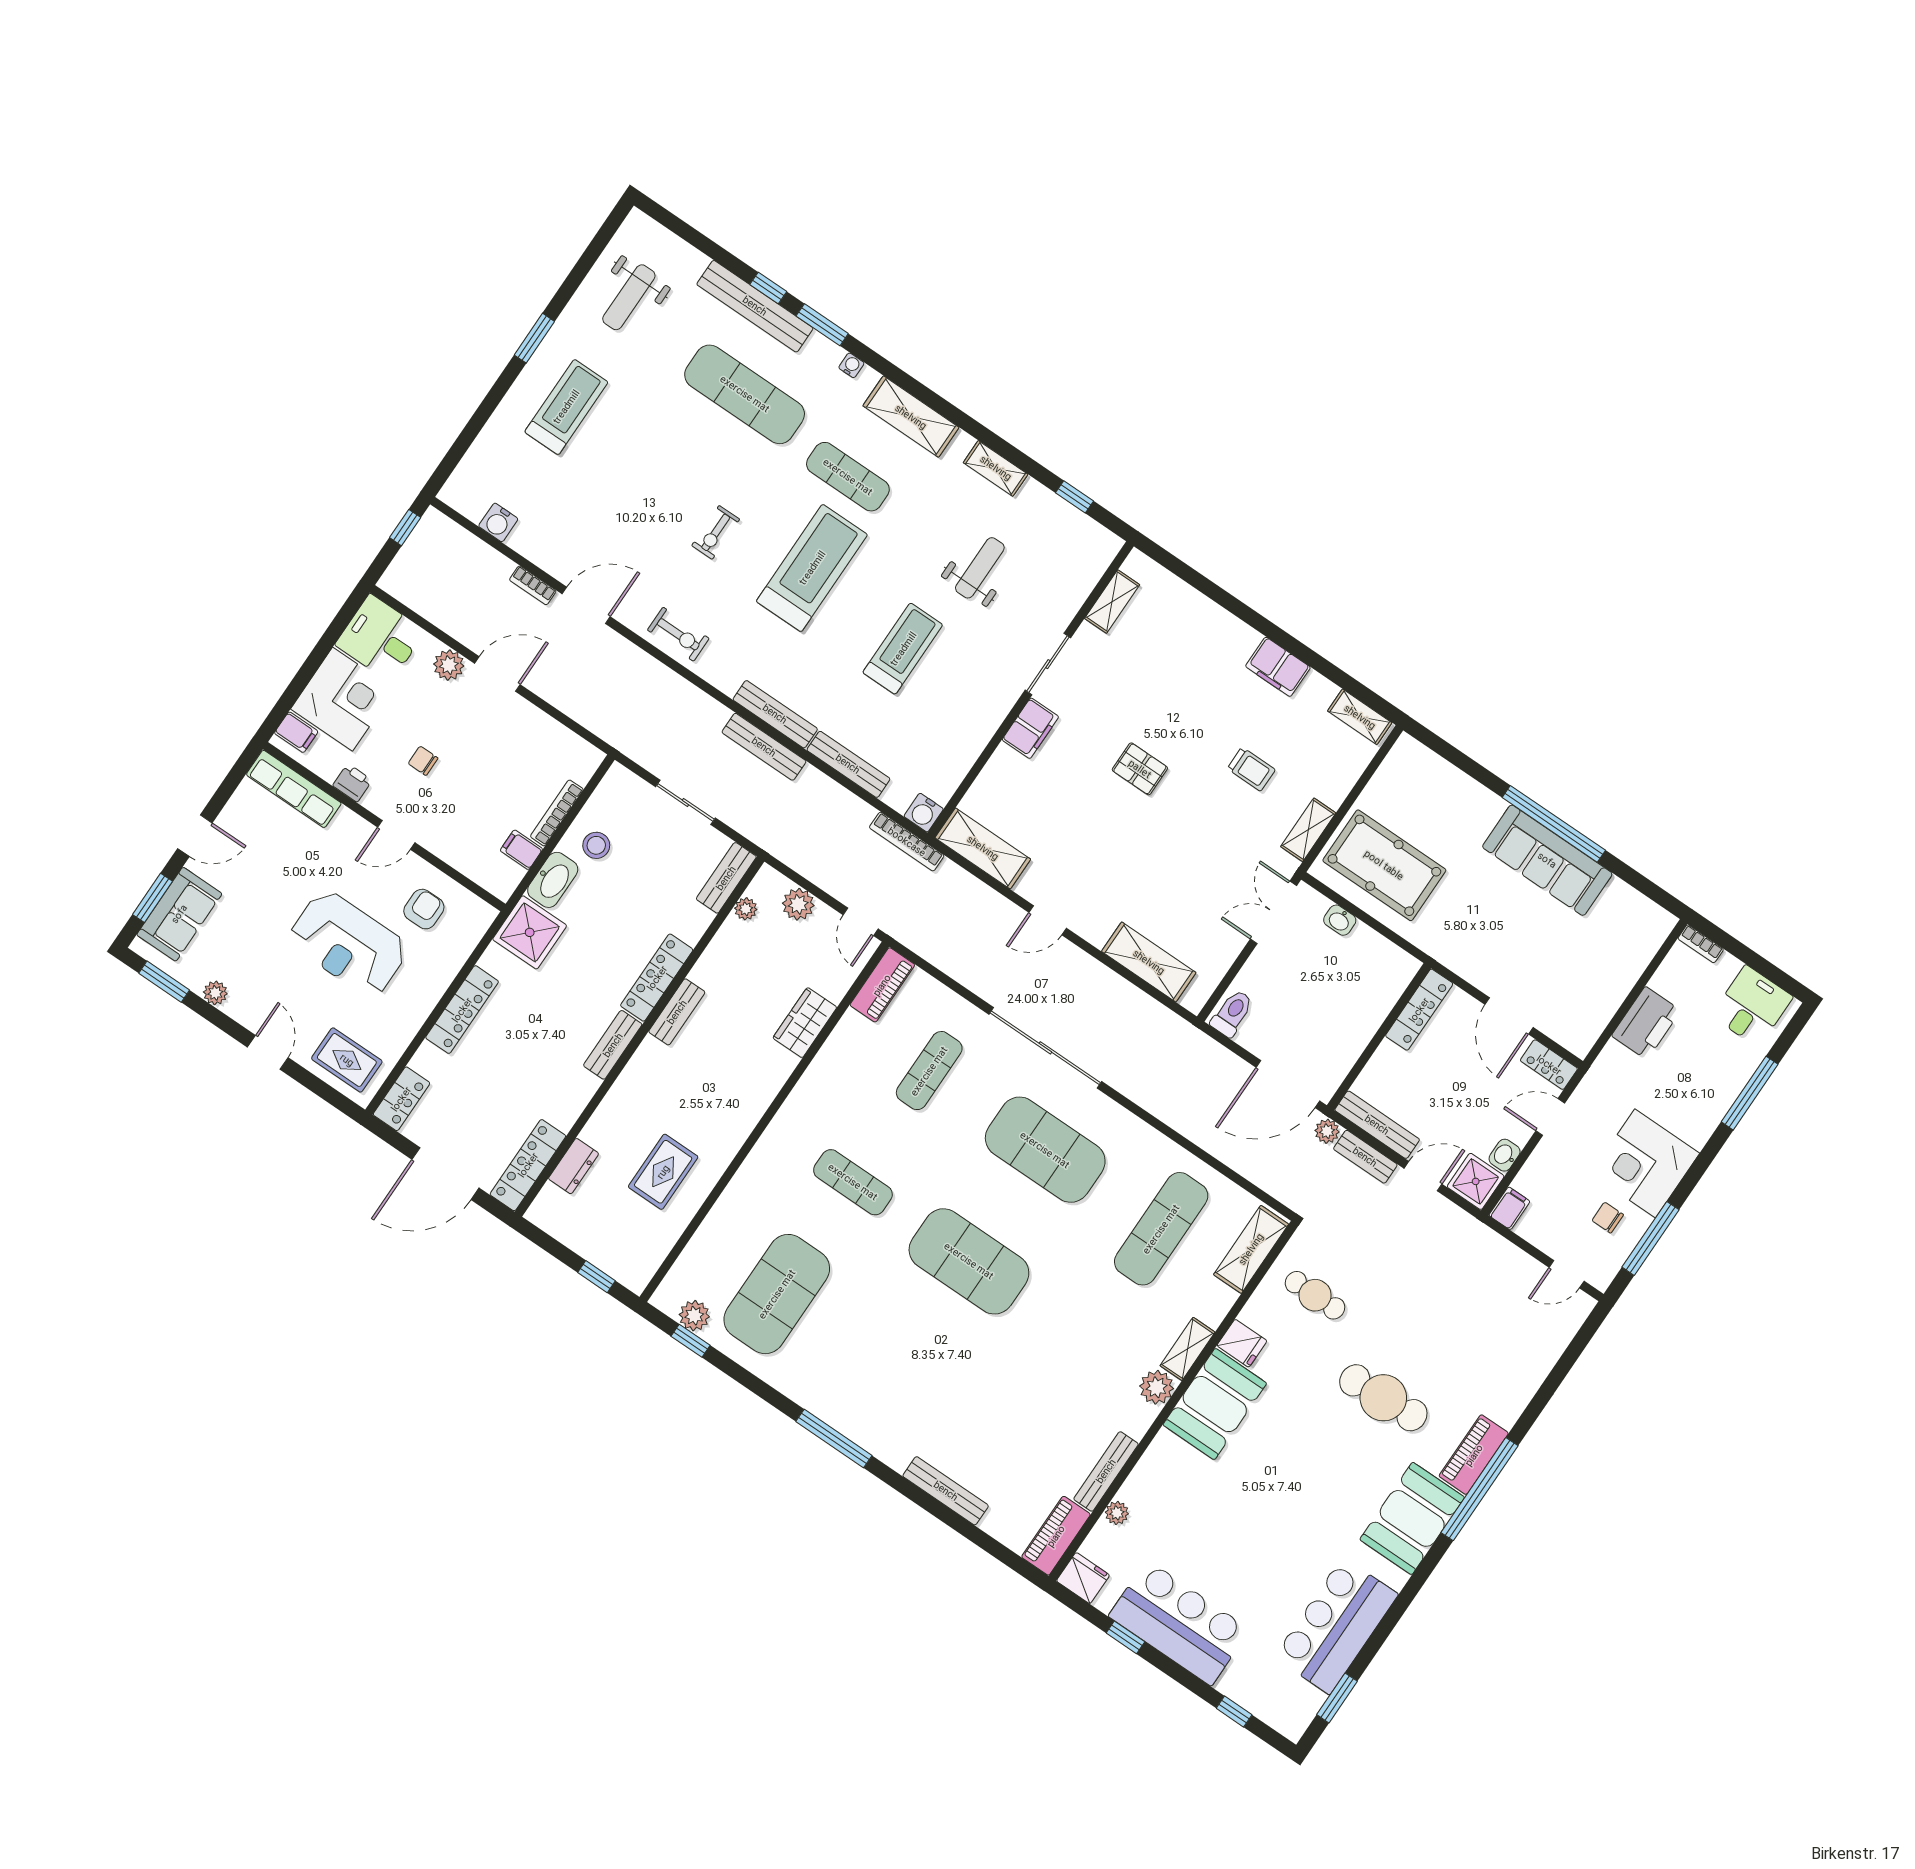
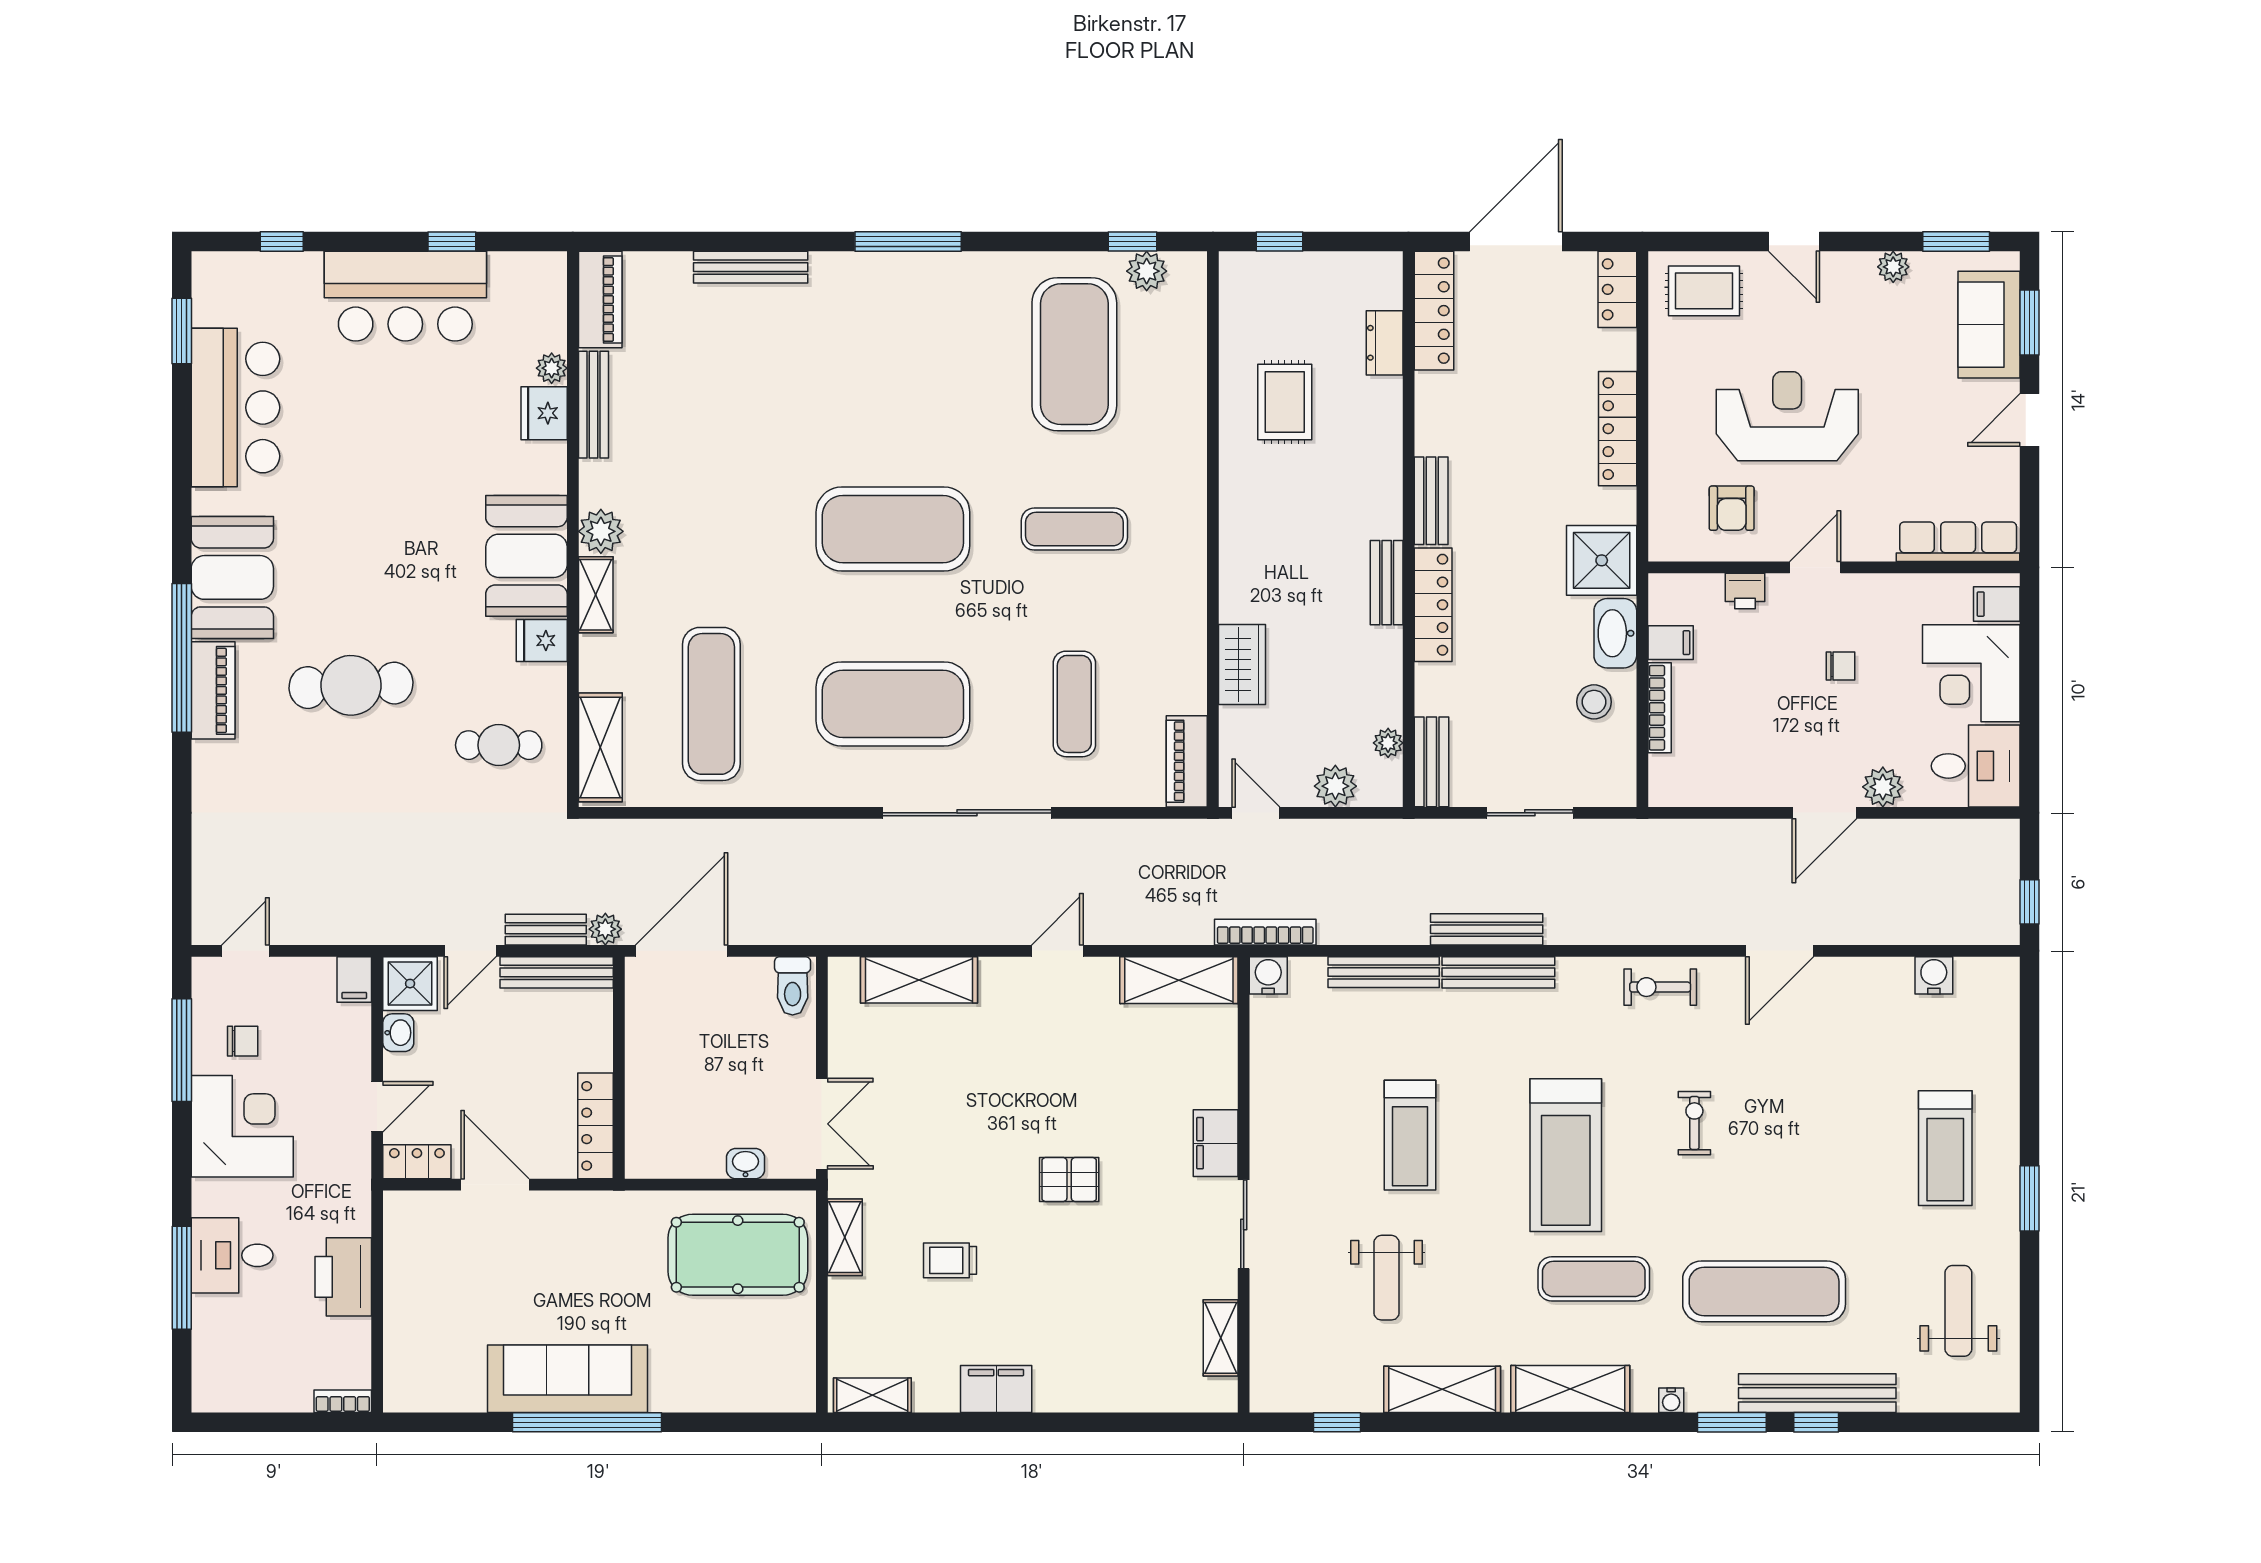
shelving: (996, 468) -> (1442, 1389), width x1.50, depth x1.33
bookcase: (533, 585) -> (1851, 933), removed
printer: (352, 783) -> (1745, 591), moved
desk: (1752, 1006) -> (232, 1255), moved, turned 90
fridge: (1083, 1578) -> (544, 413), moved, turned 90

